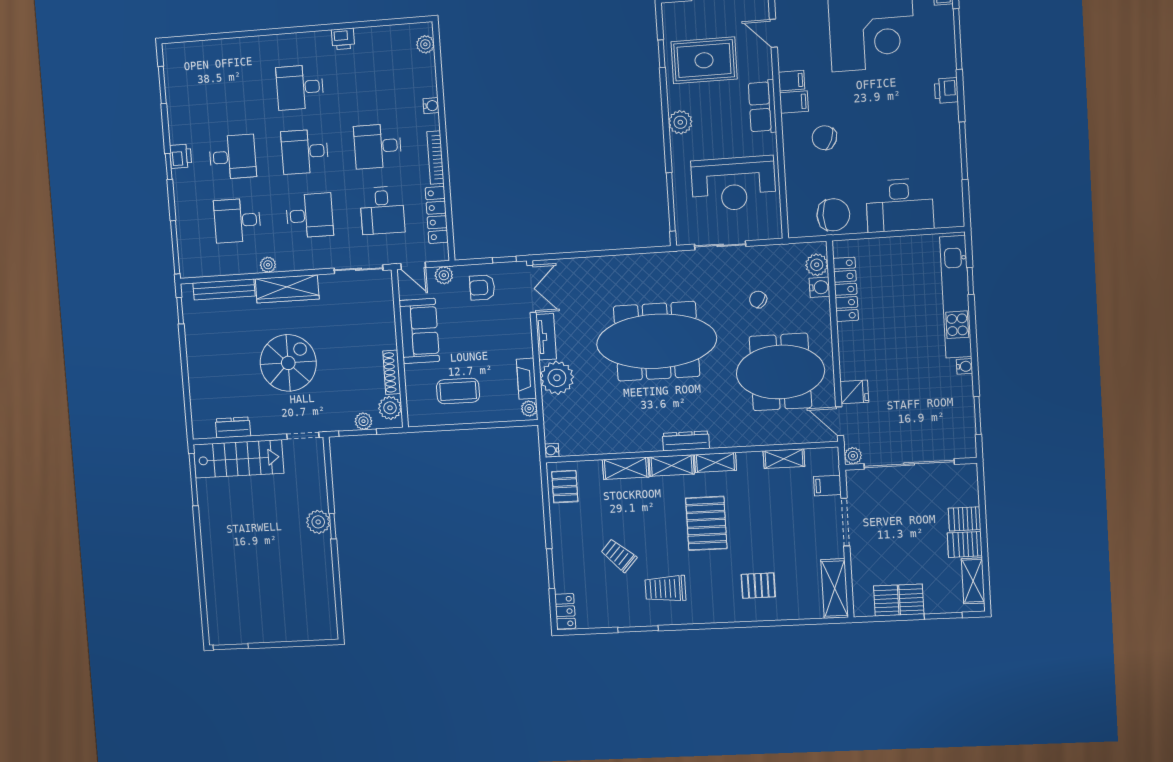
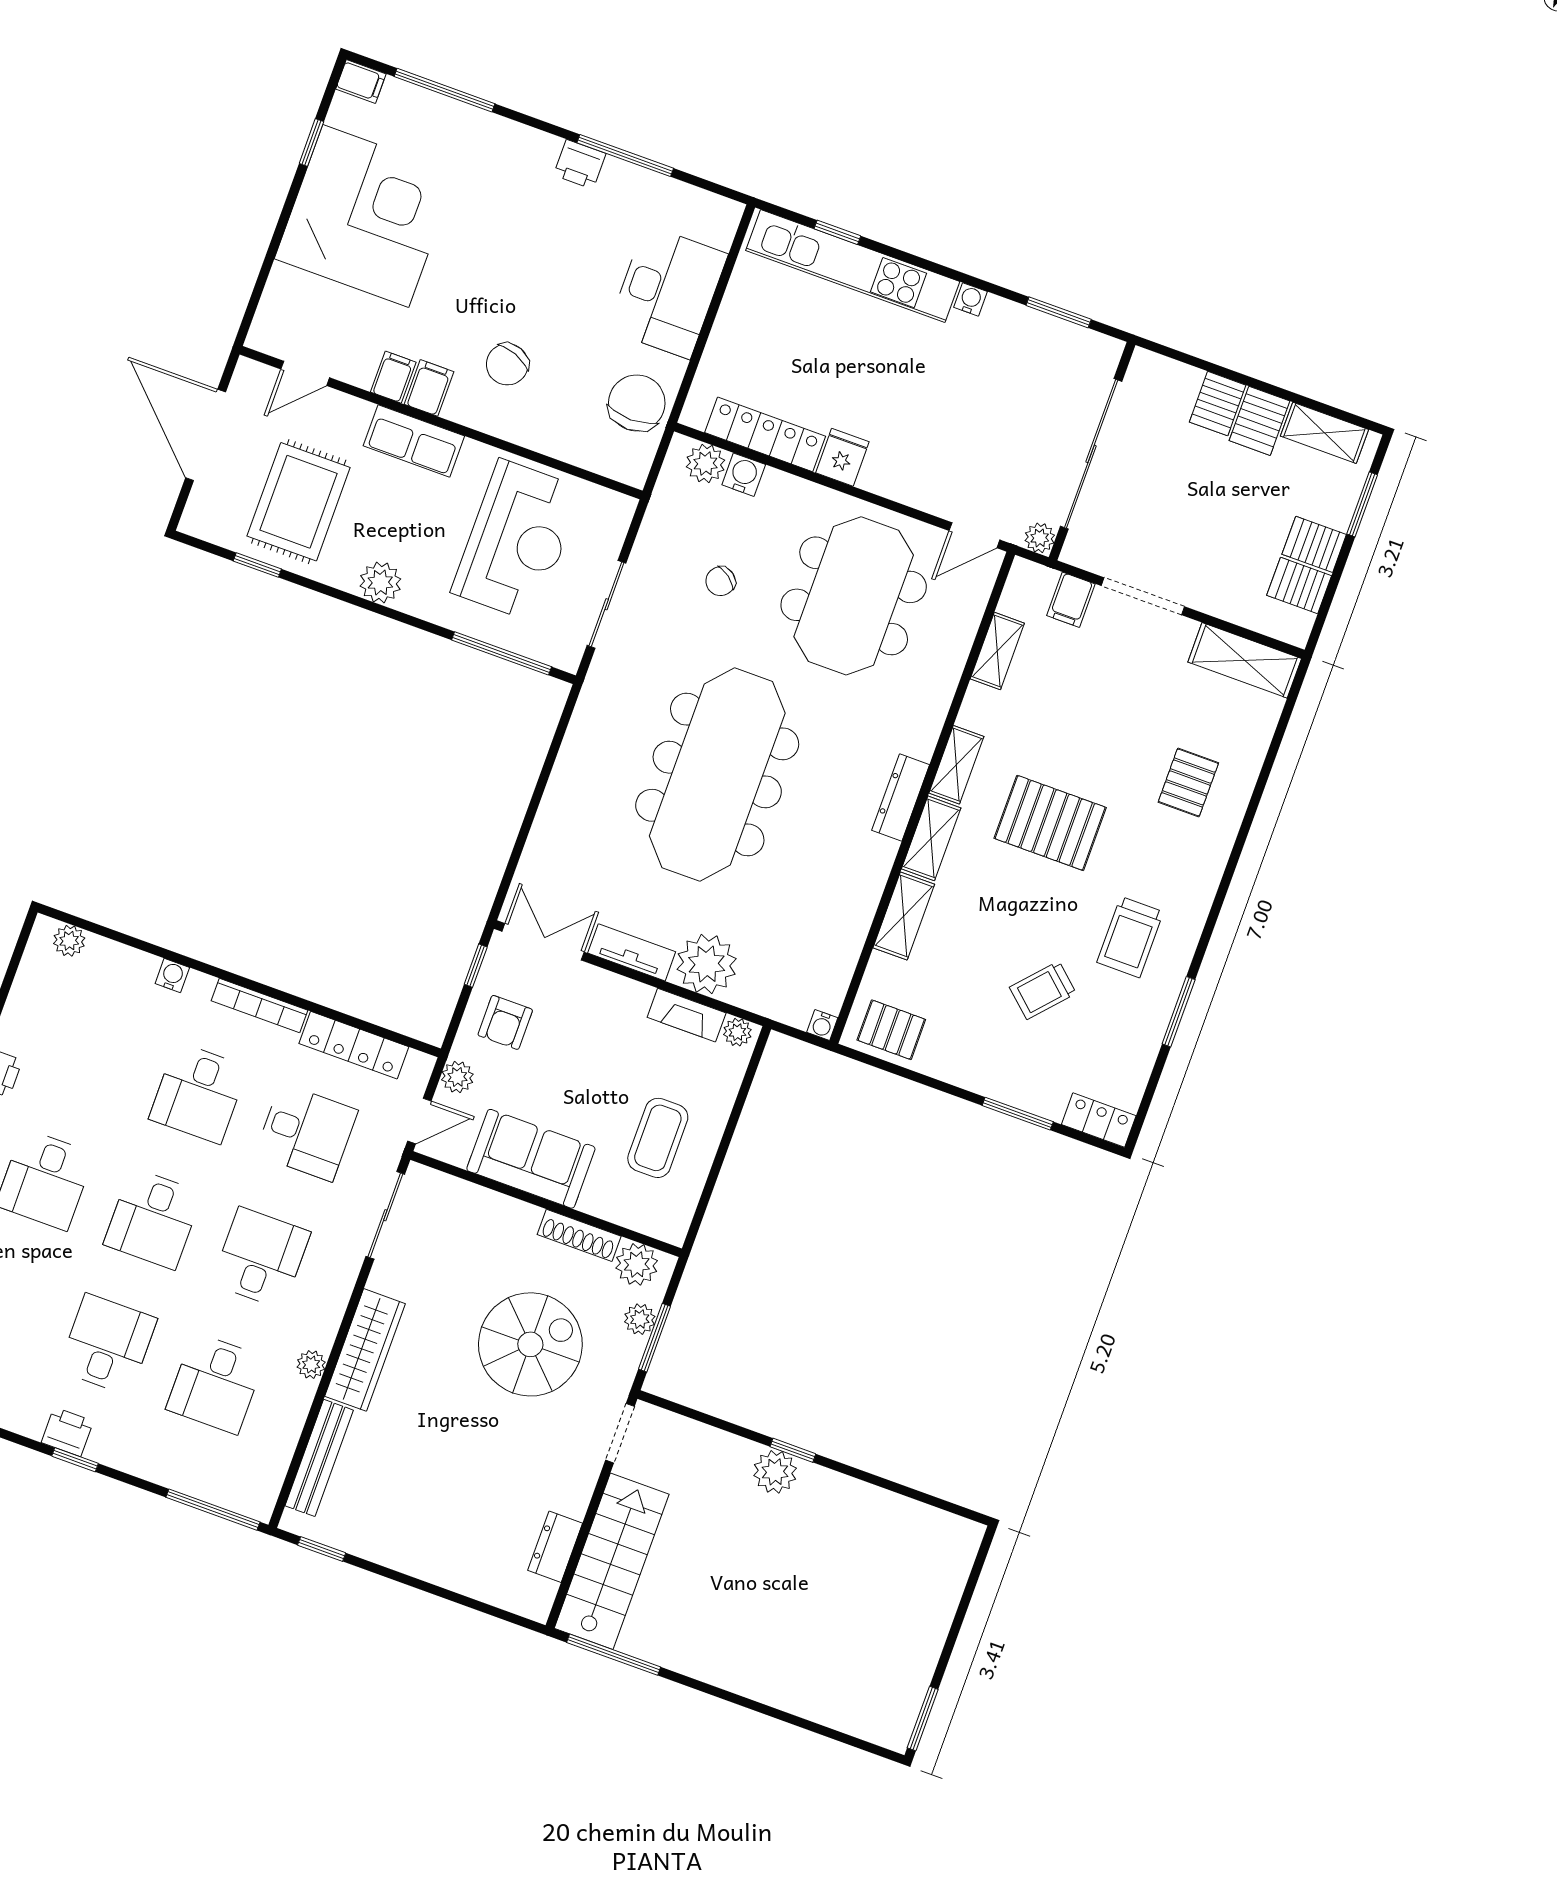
printer: (946, 90) -> (580, 164), moved
spiral stairs: (288, 363) -> (530, 1344), moved, turned 90
fridge: (854, 392) -> (842, 457), moved

